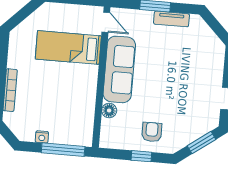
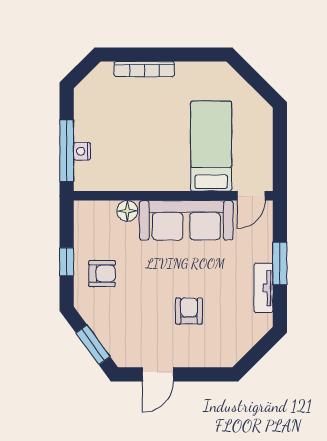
armchair: (183, 73) -> (189, 311), added
nightstand: (42, 137) -> (82, 151), moved

